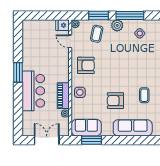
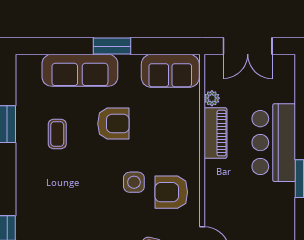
side table: (80, 92) -> (134, 182), moved
window: (92, 140) -> (112, 46), moved

